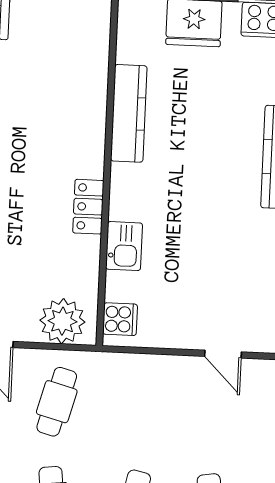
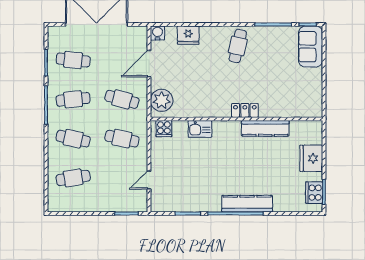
locker: (88, 207) -> (245, 110), moved
cafe table: (137, 405) -> (122, 139), added

